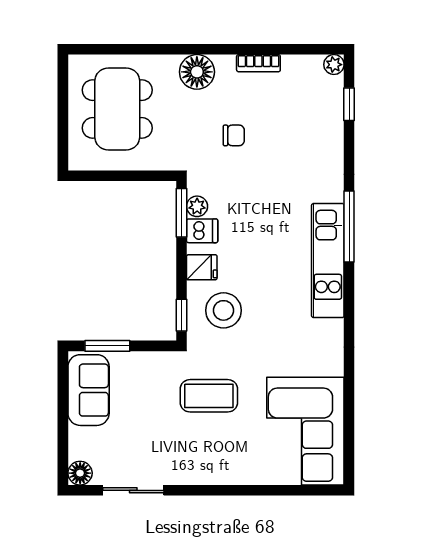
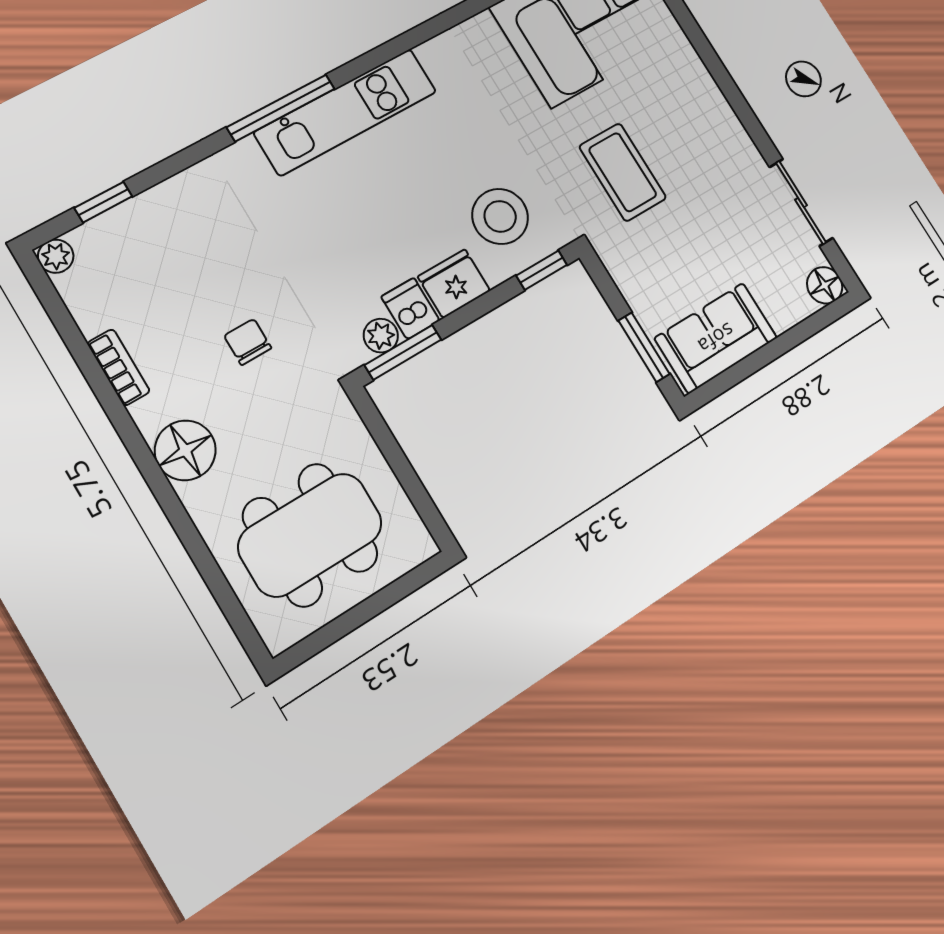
fridge: (202, 267) -> (454, 284), width x1.38

